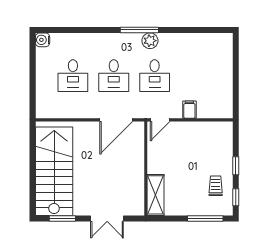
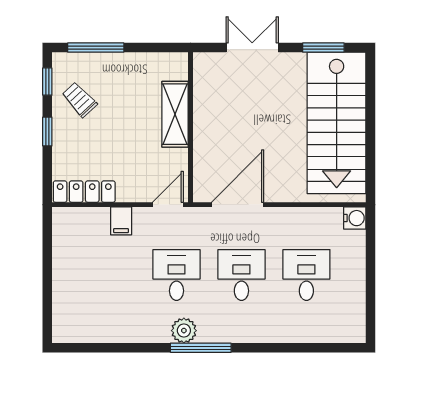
water cooler: (43, 40) -> (355, 218), moved
locker: (213, 128) -> (84, 192), added
trolley: (216, 186) -> (79, 100), turned 137
shelving: (155, 195) -> (175, 114), moved

